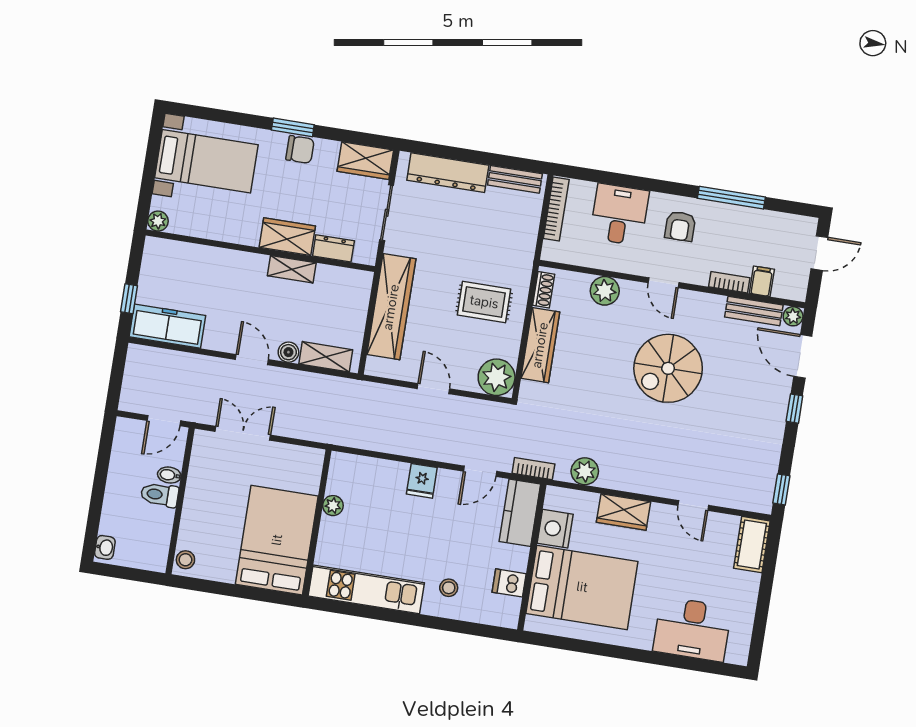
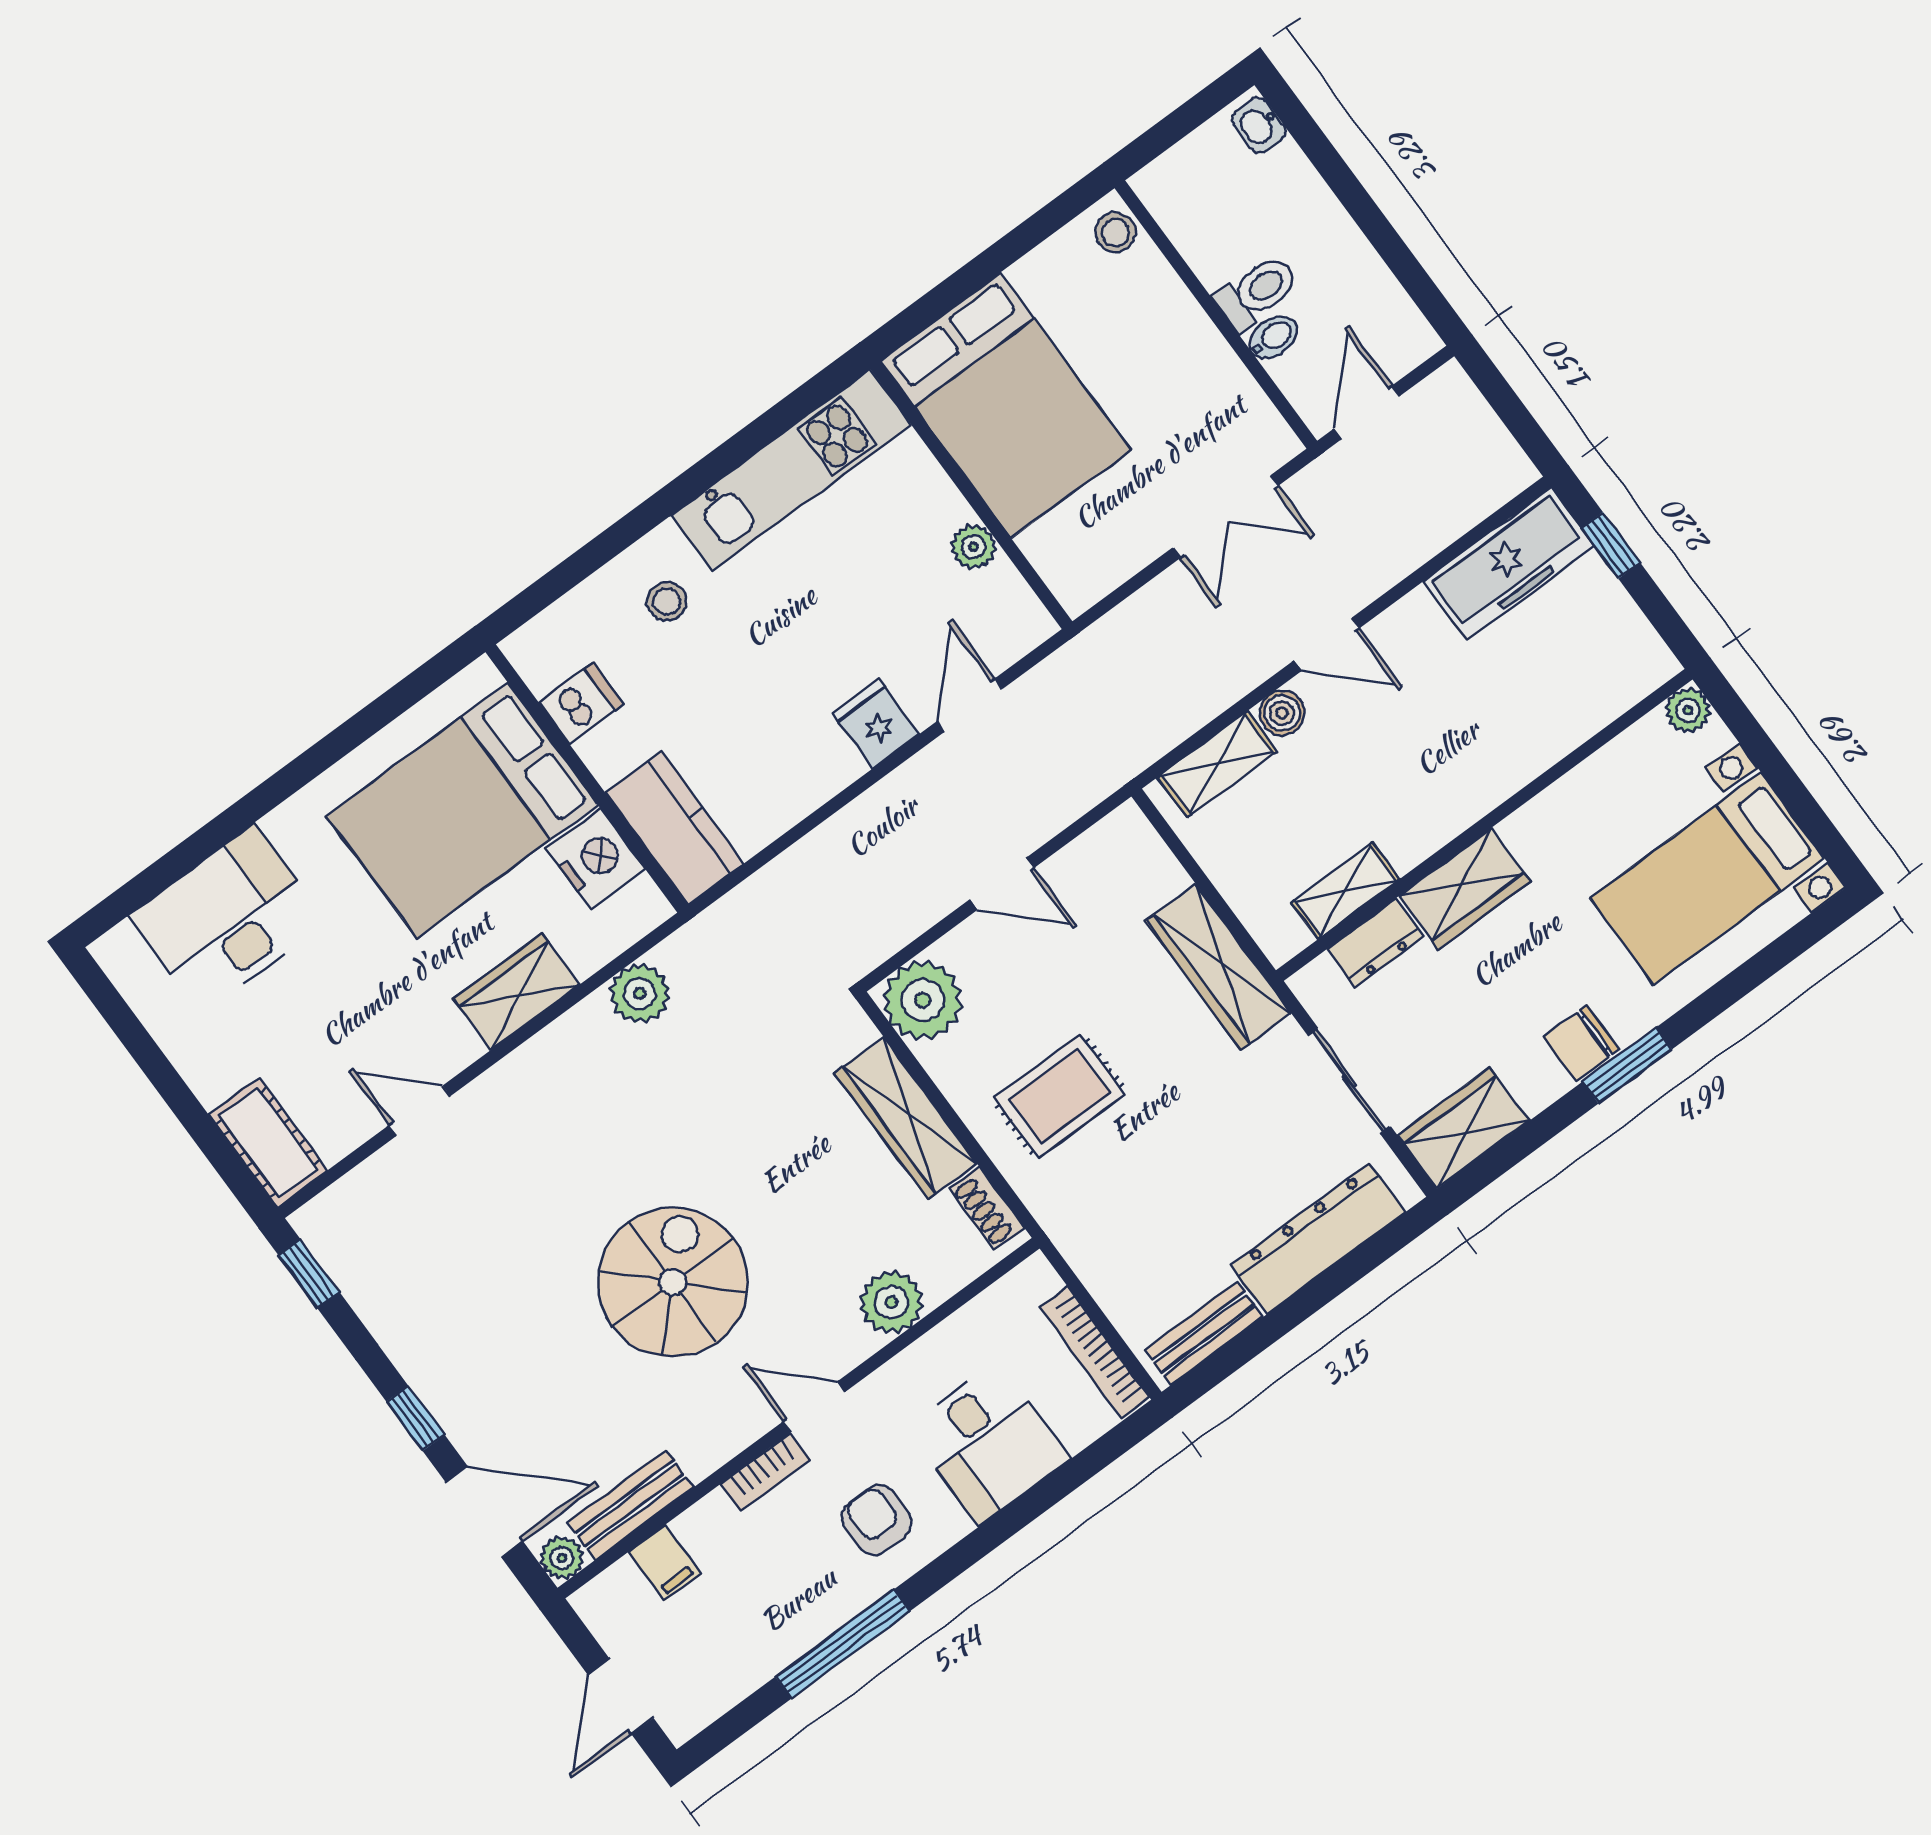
shelving: (292, 269) -> (1345, 891), moved
bookcase: (729, 282) -> (765, 1472), moved
wardrobe: (391, 307) -> (1218, 967), width x0.71, depth x0.85
bookcase: (533, 469) -> (723, 917), removed
door: (480, 471) -> (970, 705), moved

